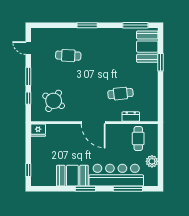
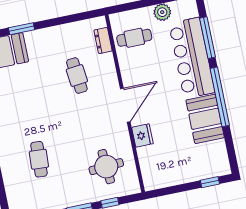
round table: (54, 101) -> (106, 167), turned -36
dresser: (131, 117) -> (103, 41), moved
fridge: (38, 130) -> (142, 136), moved
window: (85, 189) -> (220, 97), width x2.11

